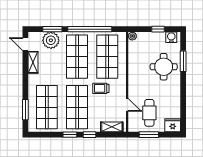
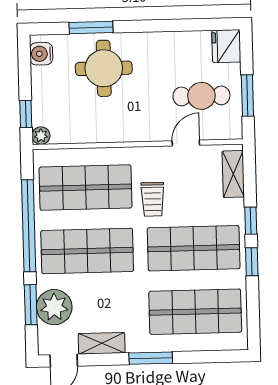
window: (158, 29) -> (26, 114), moved
window: (25, 110) -> (151, 358), moved

